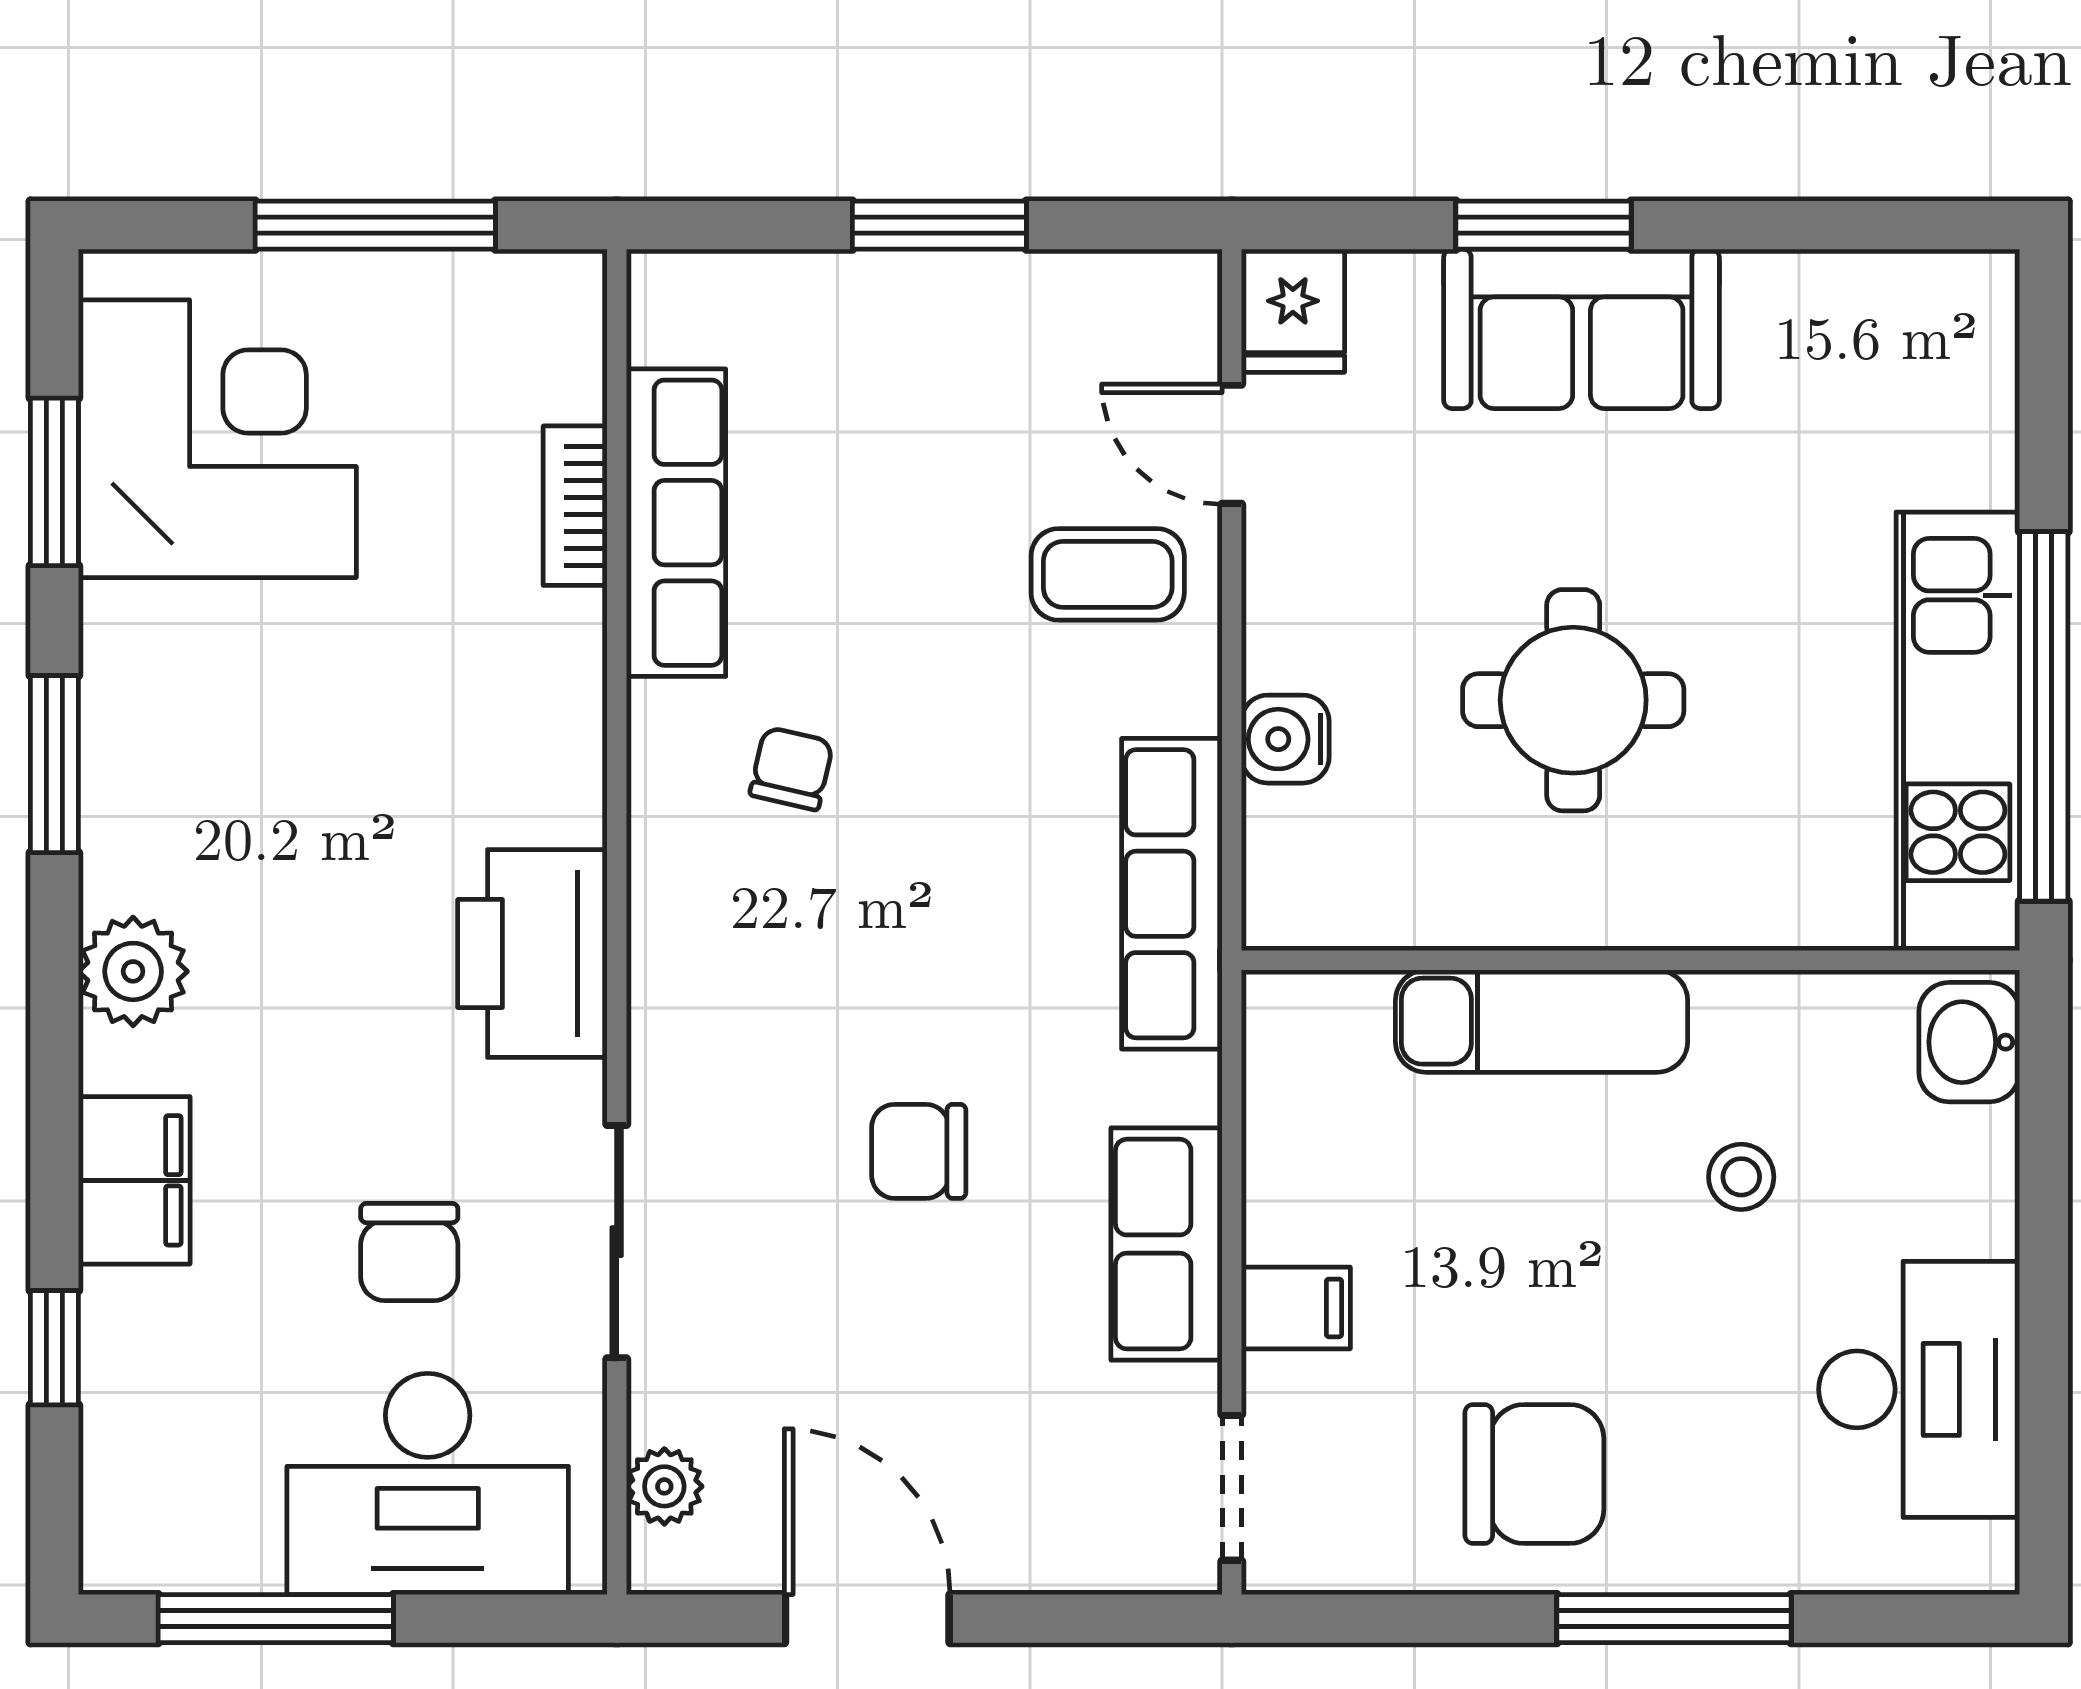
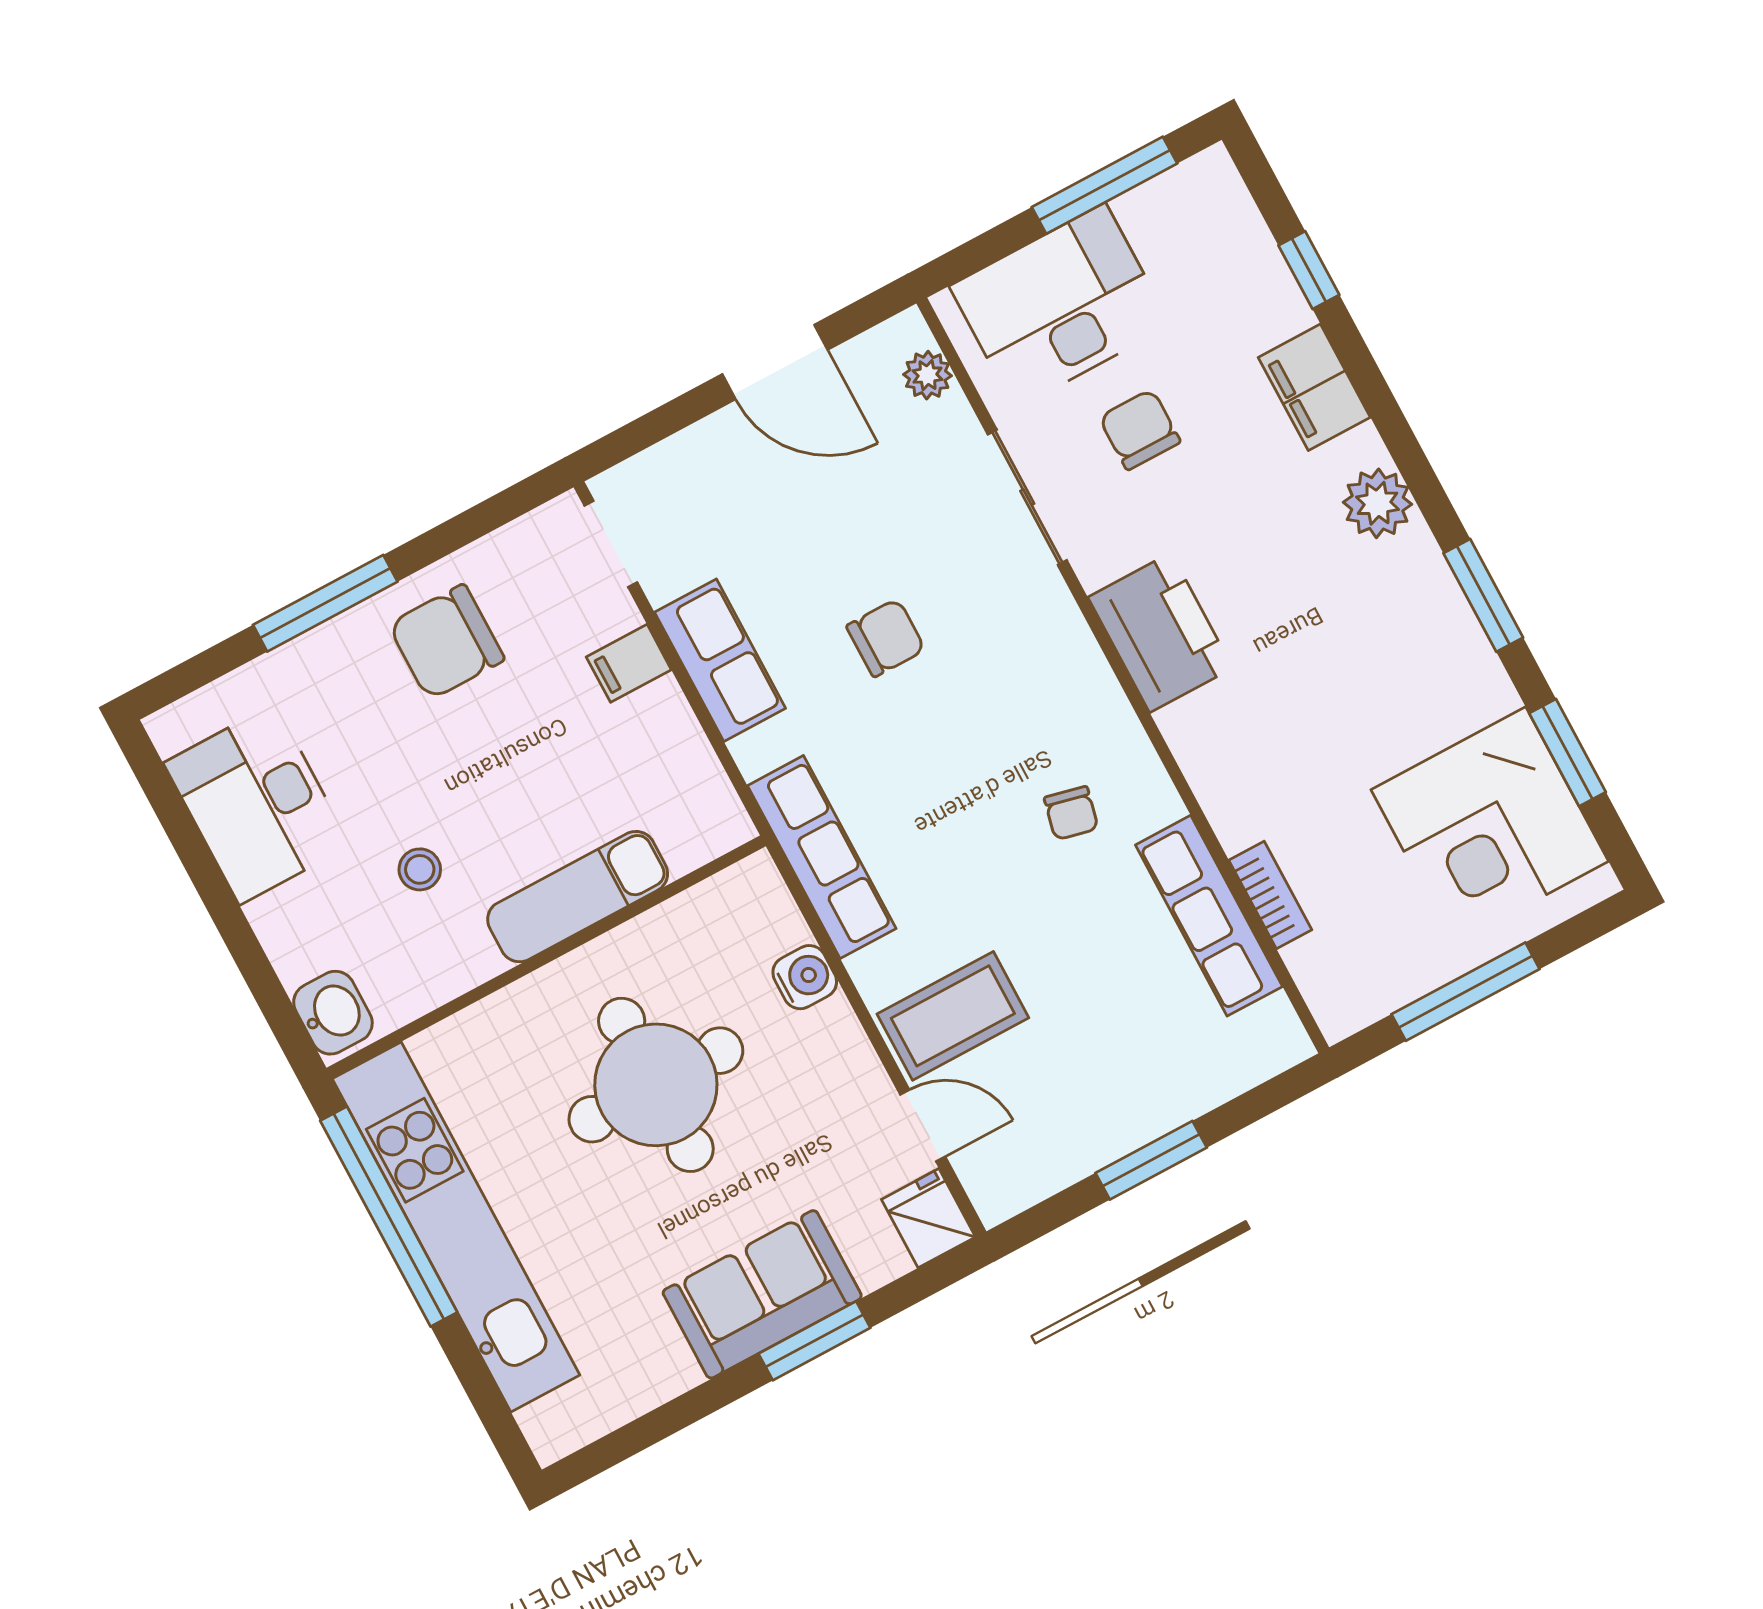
coffee table: (1108, 574) -> (953, 1016), width x1.36, depth x1.30
round table: (1573, 700) -> (656, 1085), width x1.36, depth x1.36
kitchen unit: (1958, 731) -> (456, 1227), width x1.36

